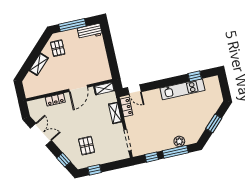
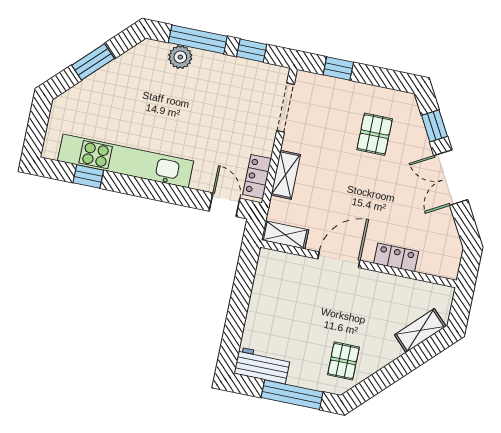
shelving: (39, 64) -> (420, 331), moved
kitchen unit: (182, 89) -> (126, 161), width x1.36
double door: (41, 134) -> (451, 178), moved
window: (95, 170) -> (338, 68), moved

